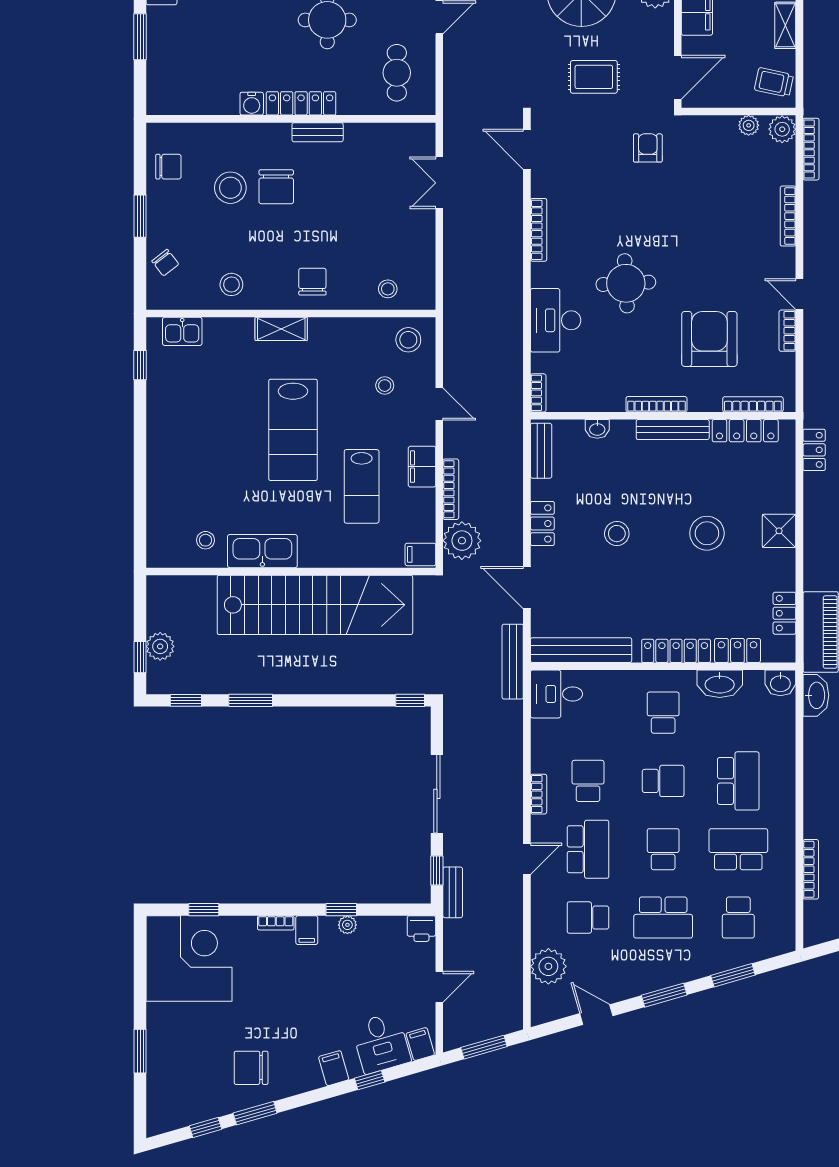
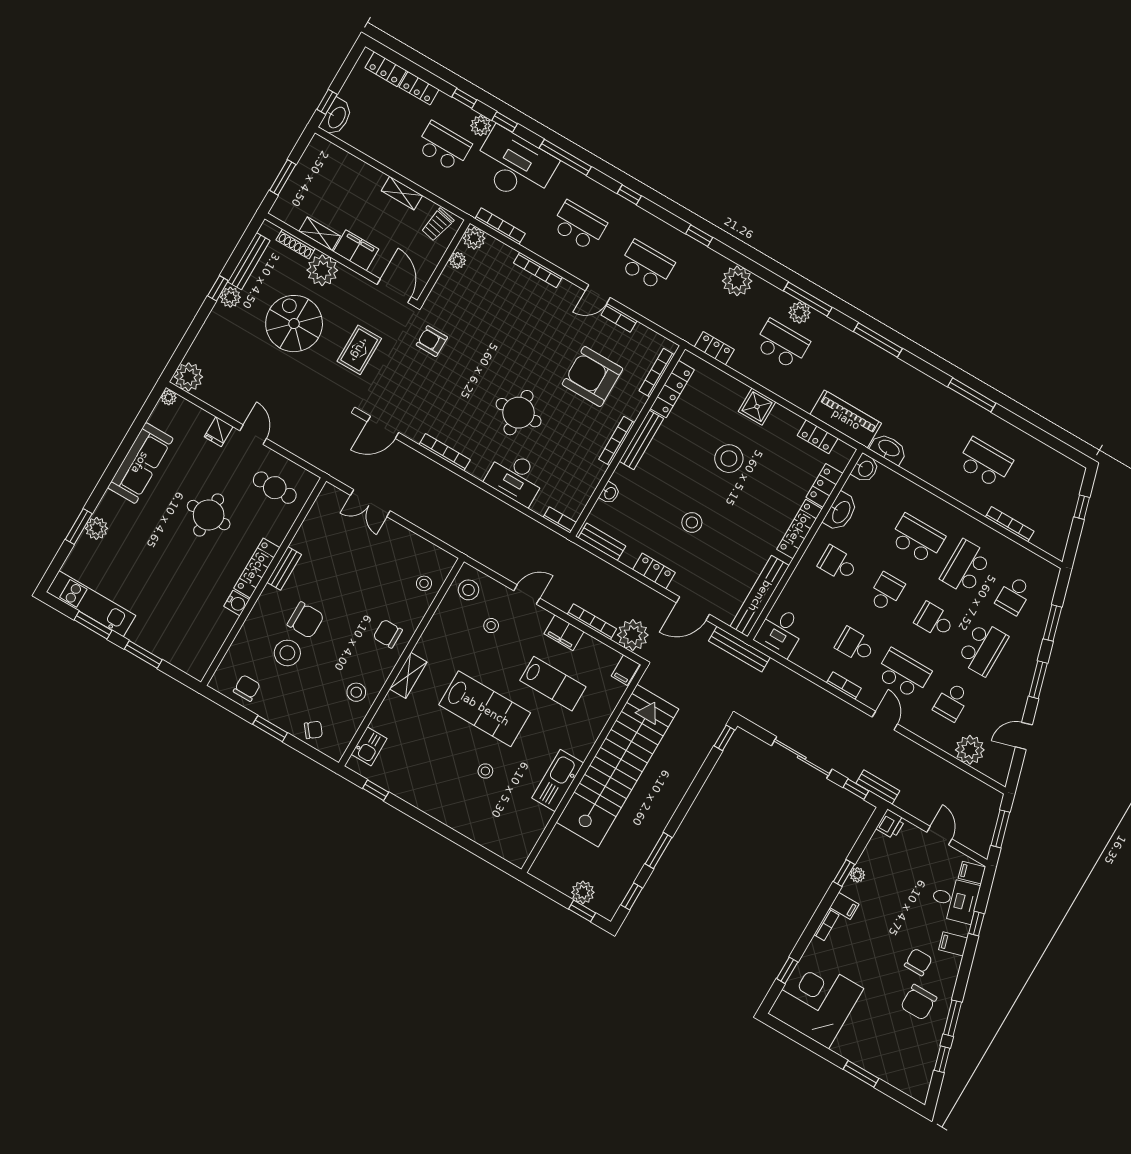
stool: (206, 540) -> (485, 771), moved
school desk: (738, 918) -> (1014, 595), turned 90
chair: (293, 1043) -> (918, 962), added

